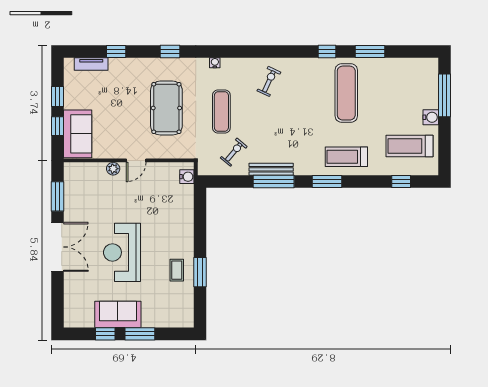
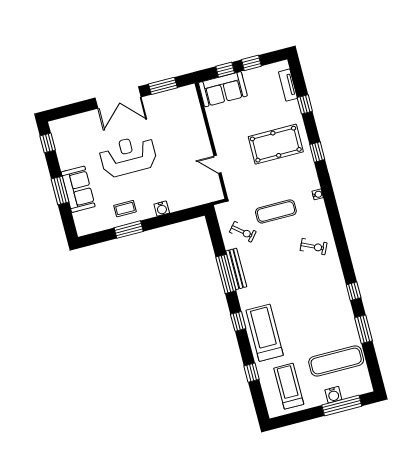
exercise mat: (346, 93) -> (336, 361), moved
pool table: (166, 108) -> (276, 144), moved
water cooler: (431, 117) -> (333, 395), moved
treadmill: (346, 157) -> (265, 333), width x1.37, depth x1.38
door: (136, 160) -> (217, 164), moved
plant: (113, 169) -> (200, 129), removed
water cooler: (187, 177) -> (162, 209), moved
window: (327, 182) -> (238, 321), width x0.67
window: (401, 182) -> (252, 373), moved
sofa: (118, 314) -> (78, 189), moved
window: (105, 334) -> (48, 143), moved

